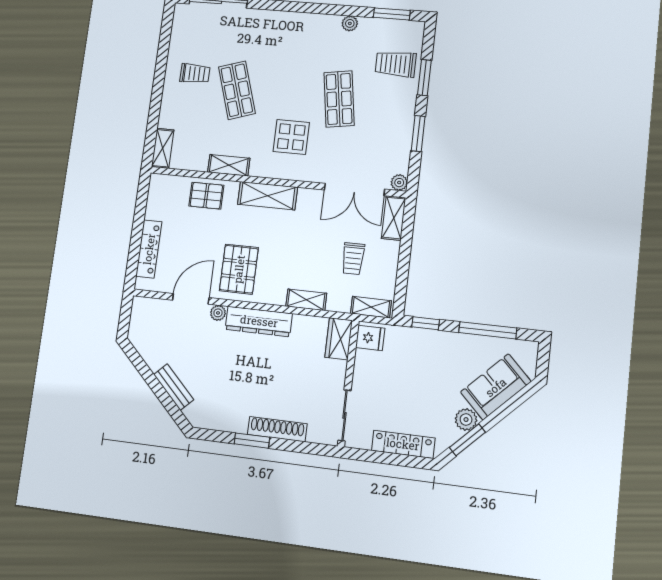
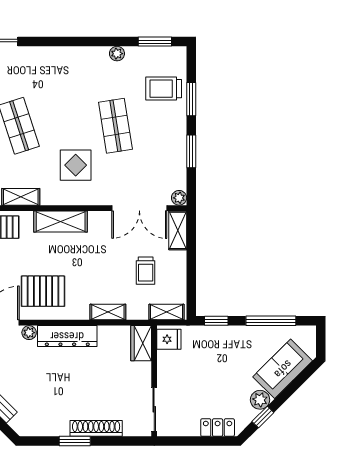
pallet: (239, 269) -> (43, 291), turned 90
window: (467, 440) -> (263, 417), width x0.67
locker: (403, 444) -> (218, 428), width x0.66

